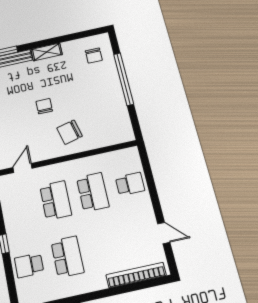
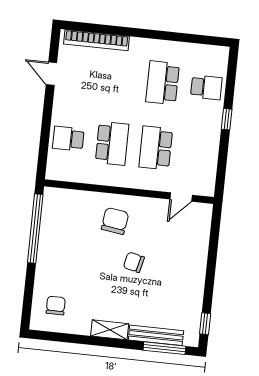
window: (124, 79) -> (35, 229), moved
chair: (44, 106) -> (134, 262), turned 103
chair: (70, 132) -> (115, 221), turned -68
school desk: (93, 192) -> (112, 143), turned 180

